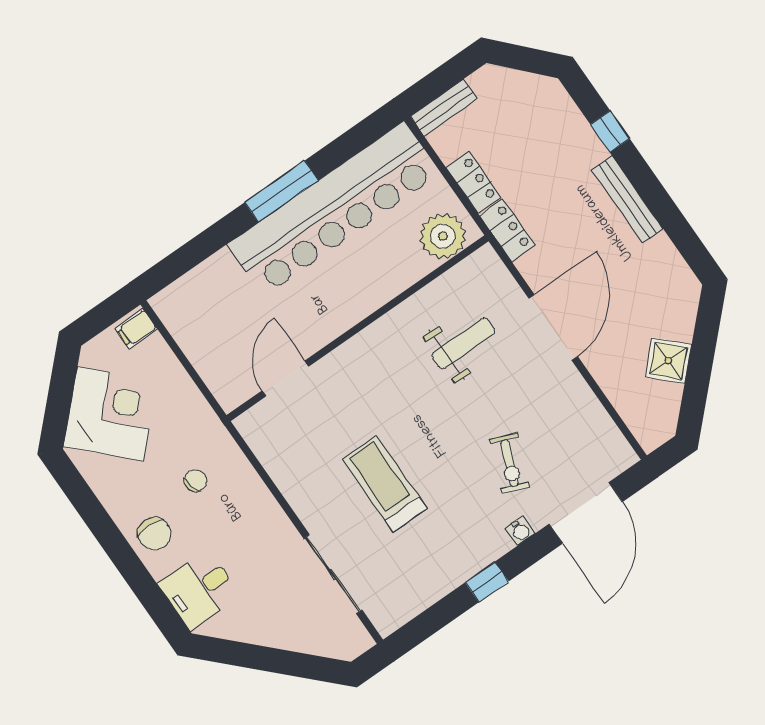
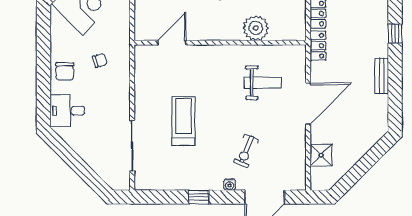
bench: (627, 199) -> (382, 76), width x0.73
plant: (443, 236) -> (256, 28), moved
shower: (668, 361) -> (321, 155), moved, turned 45

